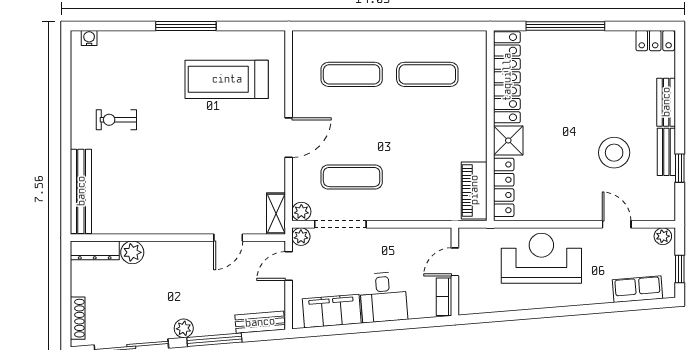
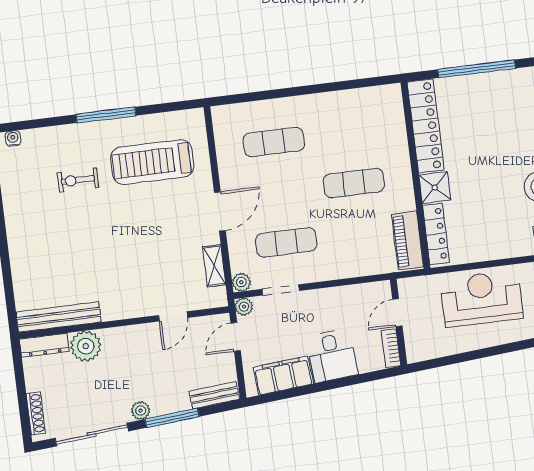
exercise mat: (427, 74) -> (354, 183), moved
exercise bike: (116, 120) -> (78, 180), moved
bench: (81, 191) -> (59, 317), moved, turned 90
shelving: (276, 214) -> (214, 266), moved
doorway: (340, 224) -> (281, 290), width x0.73
plant: (132, 252) -> (86, 346), width x1.36, depth x1.36

